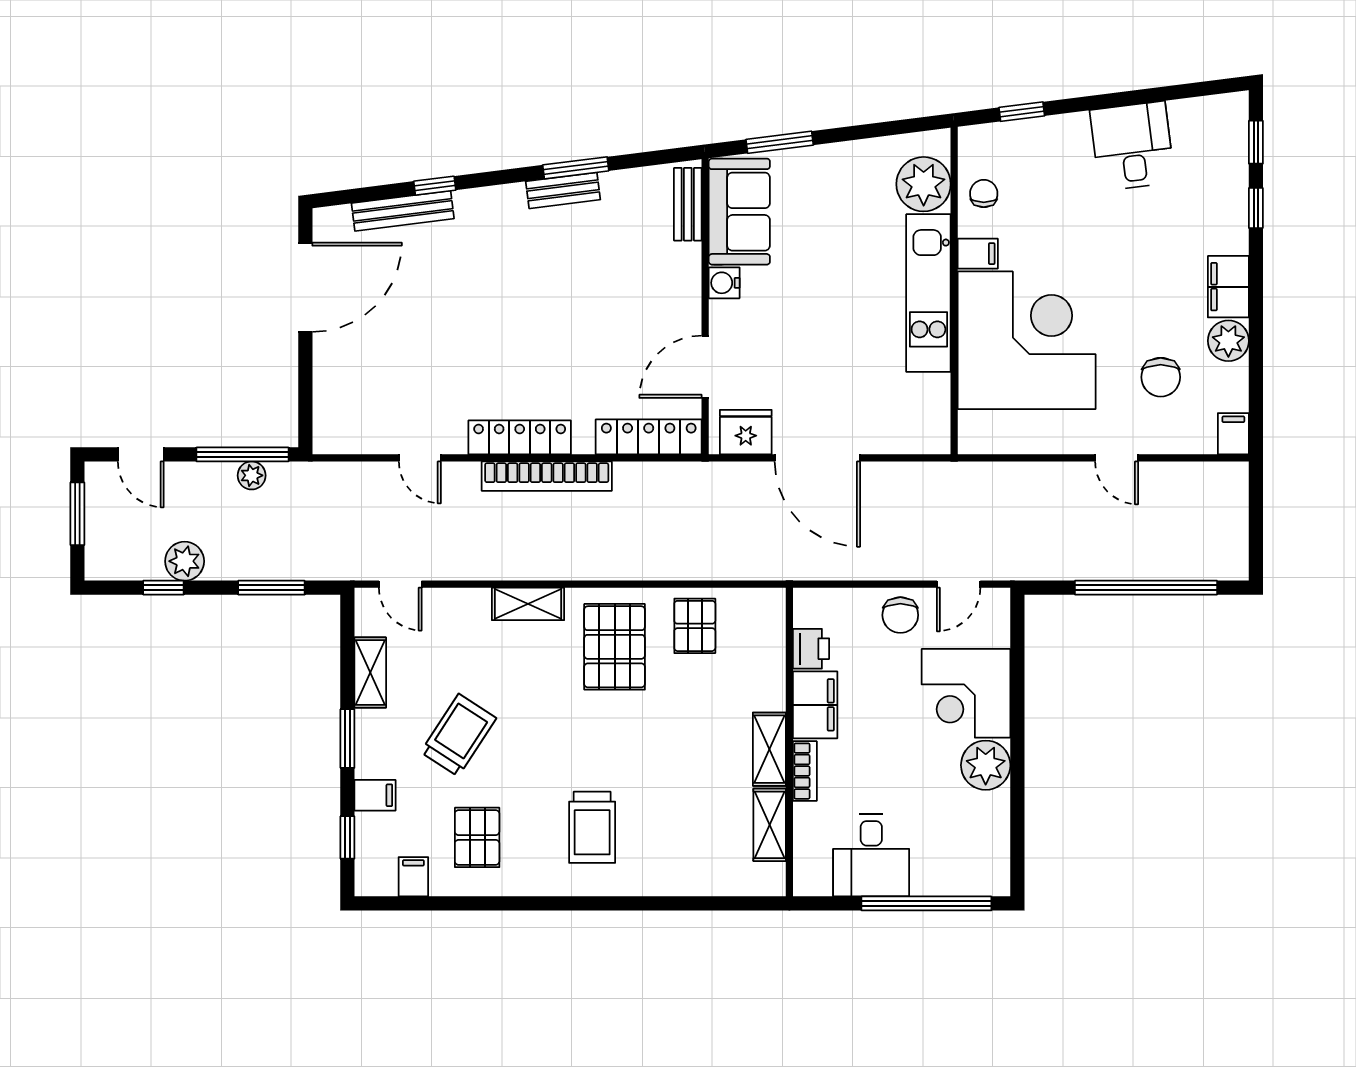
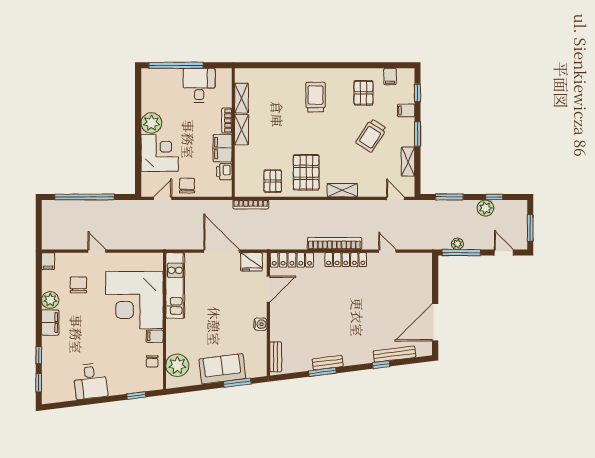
sofa: (739, 212) -> (222, 369), moved, turned 83
kitchen unit: (928, 293) -> (175, 285), moved
bookcase: (747, 570) -> (251, 204), added

